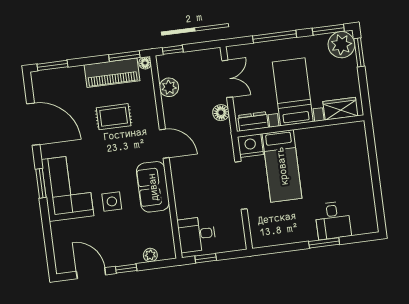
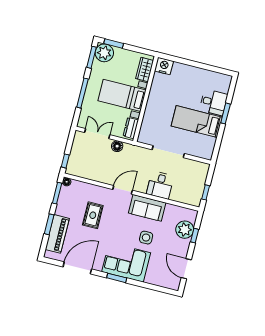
window: (52, 65) -> (49, 224), moved
piano: (112, 73) -> (57, 234), moved
plant: (169, 87) -> (88, 173), removed
nightstand: (250, 146) -> (164, 66), moved, turned 90
bed: (282, 166) -> (197, 122), moved, turned 180
desk: (197, 234) -> (160, 185), moved
plant: (150, 255) -> (185, 230), width x1.87, depth x1.87
window: (126, 269) -> (195, 236), moved
door: (91, 273) -> (186, 269), hinge flipped

